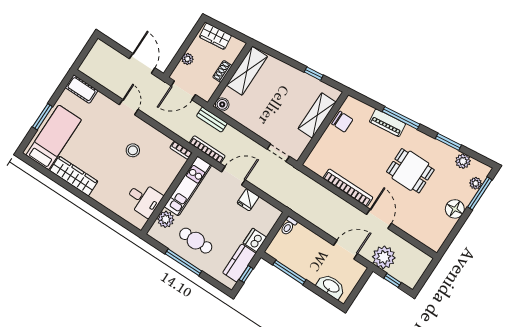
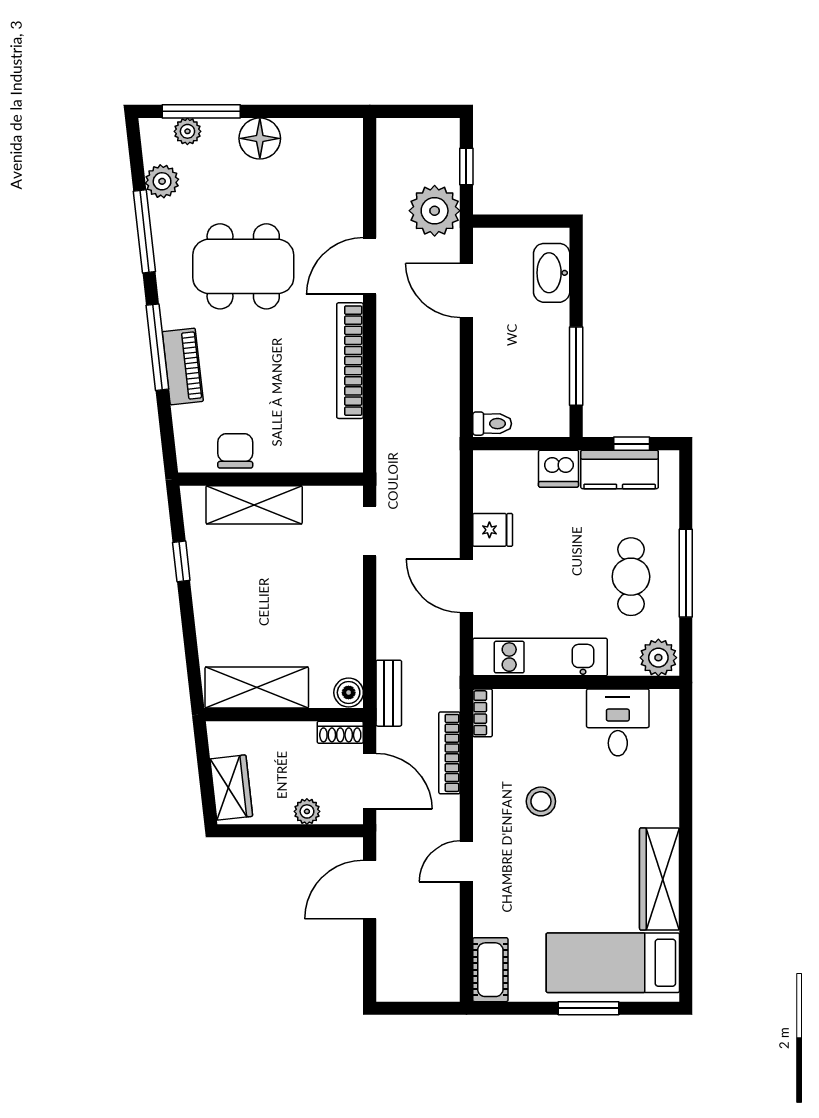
shoe rack: (222, 71) -> (340, 732), moved
window: (448, 142) -> (144, 231), width x1.44
bookcase: (207, 149) -> (449, 753), moved
dining table: (410, 171) -> (243, 266), width x1.38
plant: (166, 219) -> (658, 658), moved

